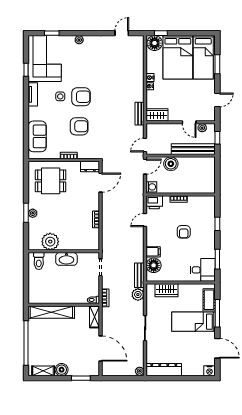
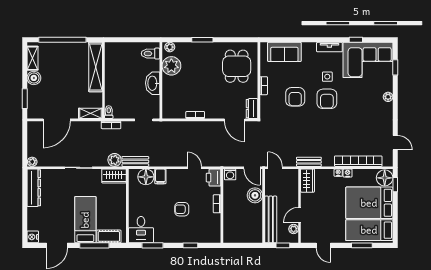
bookcase: (139, 68) -> (358, 161), added
plant: (33, 213) -> (170, 47), moved
wardrobe: (167, 290) -> (114, 176), moved, turned -90

